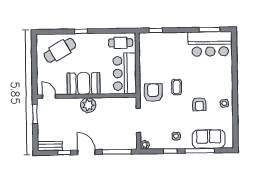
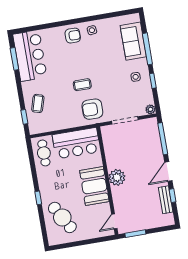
coffee table: (166, 44) -> (38, 103), added
armchair: (199, 104) -> (73, 36), moved
bench: (50, 146) -> (166, 200), moved

